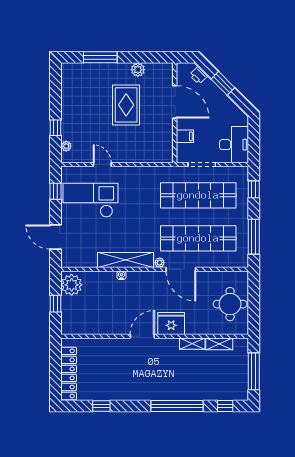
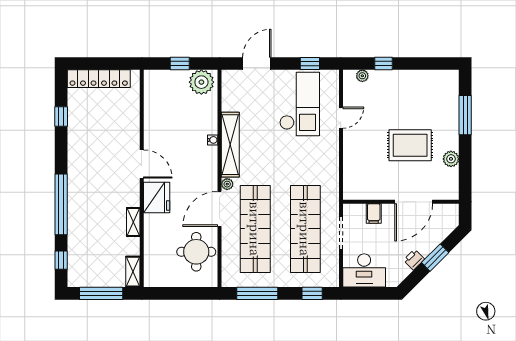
printer: (198, 75) -> (414, 260), moved
round table: (230, 304) -> (196, 252), moved
shelving: (219, 344) -> (133, 272), moved

